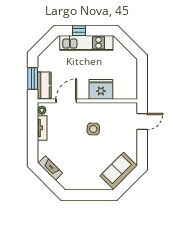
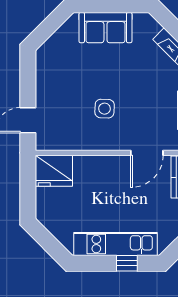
fridge: (101, 89) -> (54, 171), moved
sofa: (119, 171) -> (105, 28), moved, turned 45

